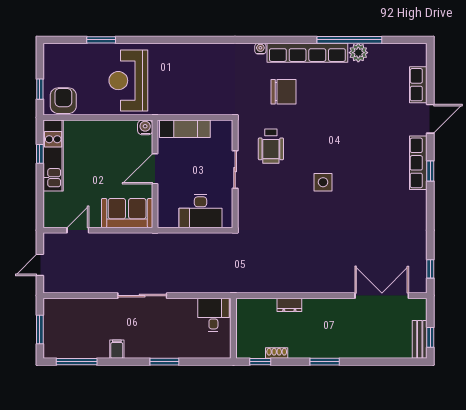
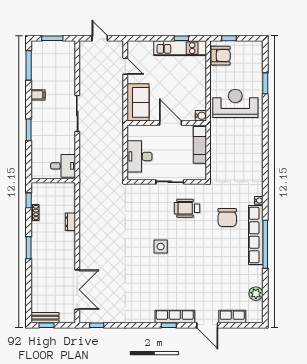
window: (349, 40) -> (265, 244), moved
plant: (358, 53) -> (256, 294), moved

